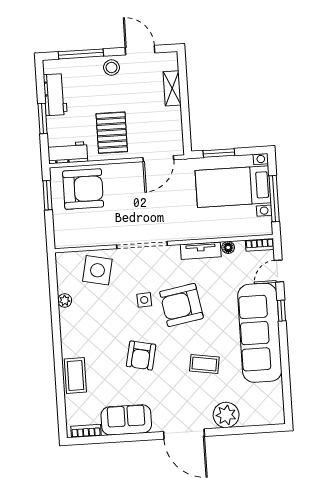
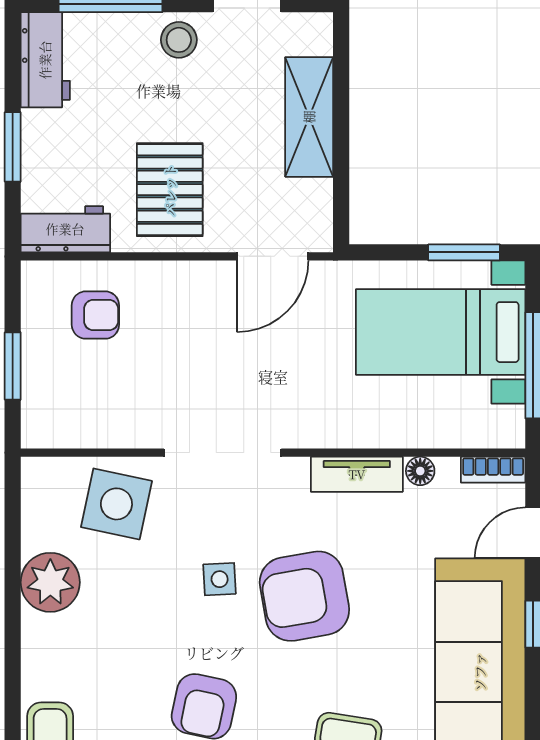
shelving: (172, 88) -> (309, 117), width x1.50, depth x1.33
workbench: (55, 95) -> (45, 60), moved
window: (219, 153) -> (464, 252), moved
armchair: (83, 189) -> (95, 315), width x0.53, depth x0.53
window: (48, 195) -> (13, 366), moved
plant: (65, 300) -> (50, 582), width x1.87, depth x1.87

